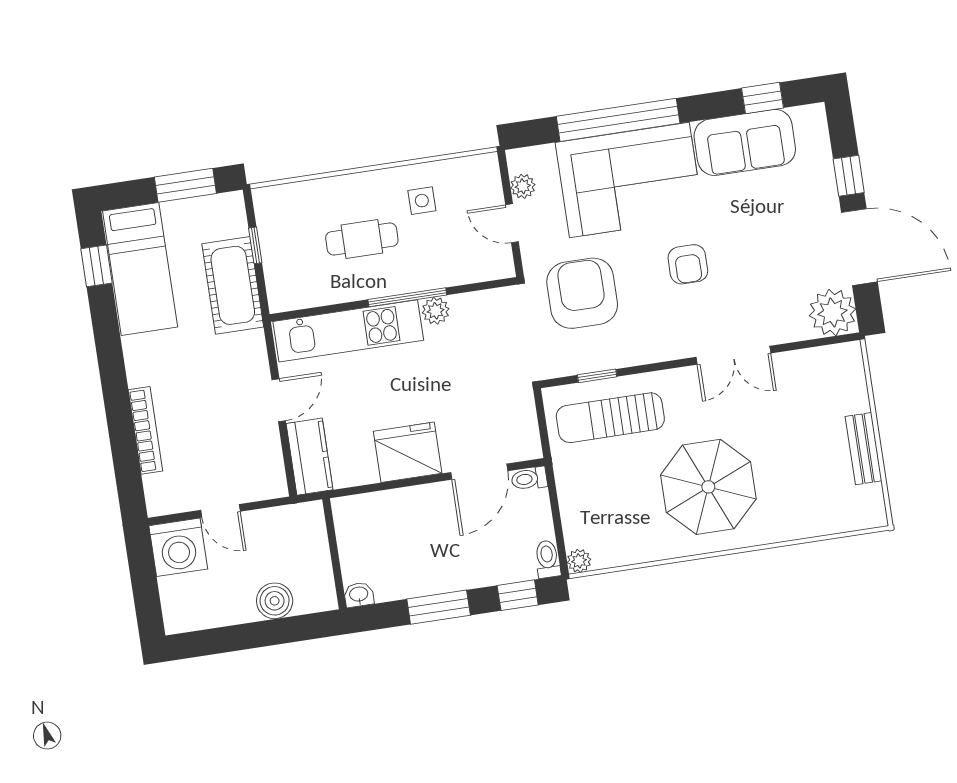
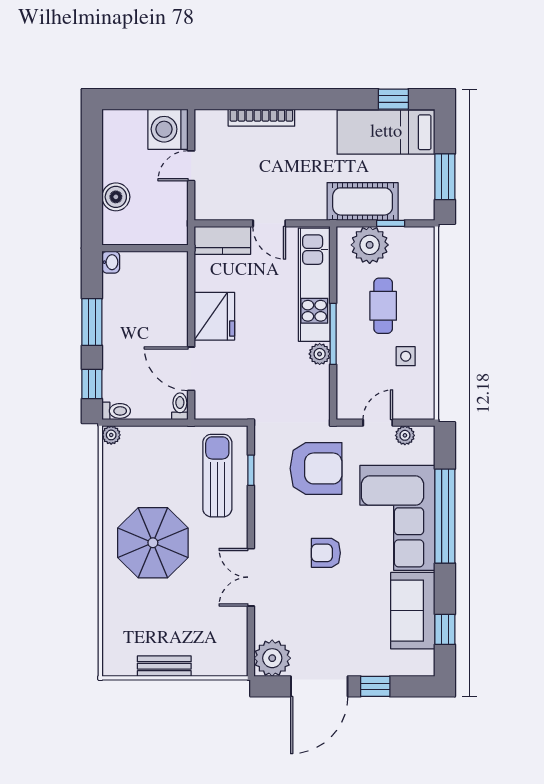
plant: (287, 268) -> (370, 245), added

